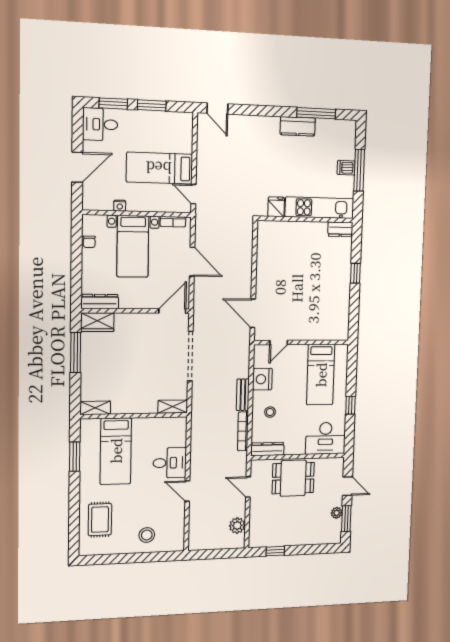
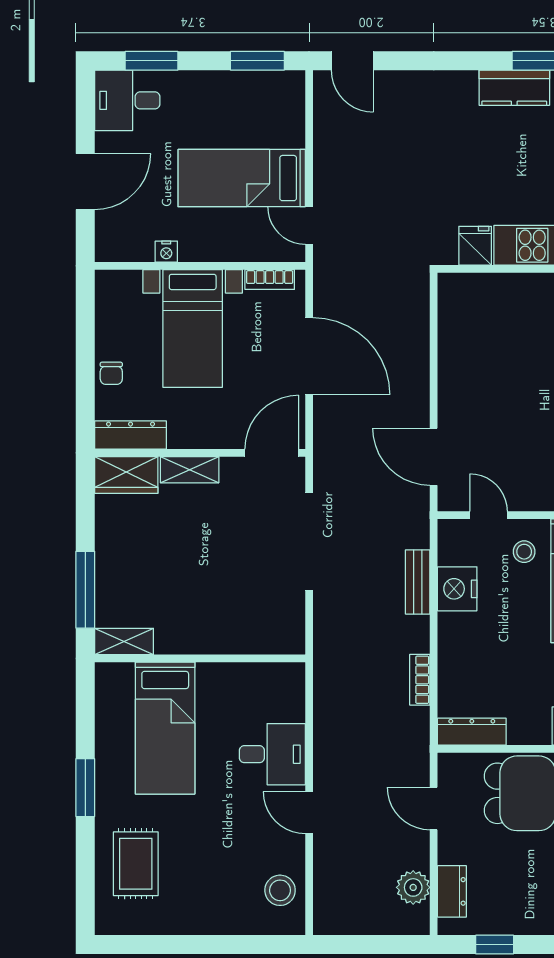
window: (152, 105) -> (257, 61), moved
chair: (89, 242) -> (111, 373), moved
door: (192, 262) -> (309, 356), width x1.36
door: (279, 343) -> (489, 515), swing flipped
window: (76, 353) -> (85, 590), moved
bench: (243, 395) -> (418, 582), moved
shelving: (173, 407) -> (190, 470), moved
stool: (270, 412) -> (524, 552), moved
bookcase: (243, 431) -> (420, 680), width x0.64
window: (75, 457) -> (85, 788), moved
dresser: (256, 527) -> (452, 891), added
stool: (147, 535) -> (280, 890), moved

